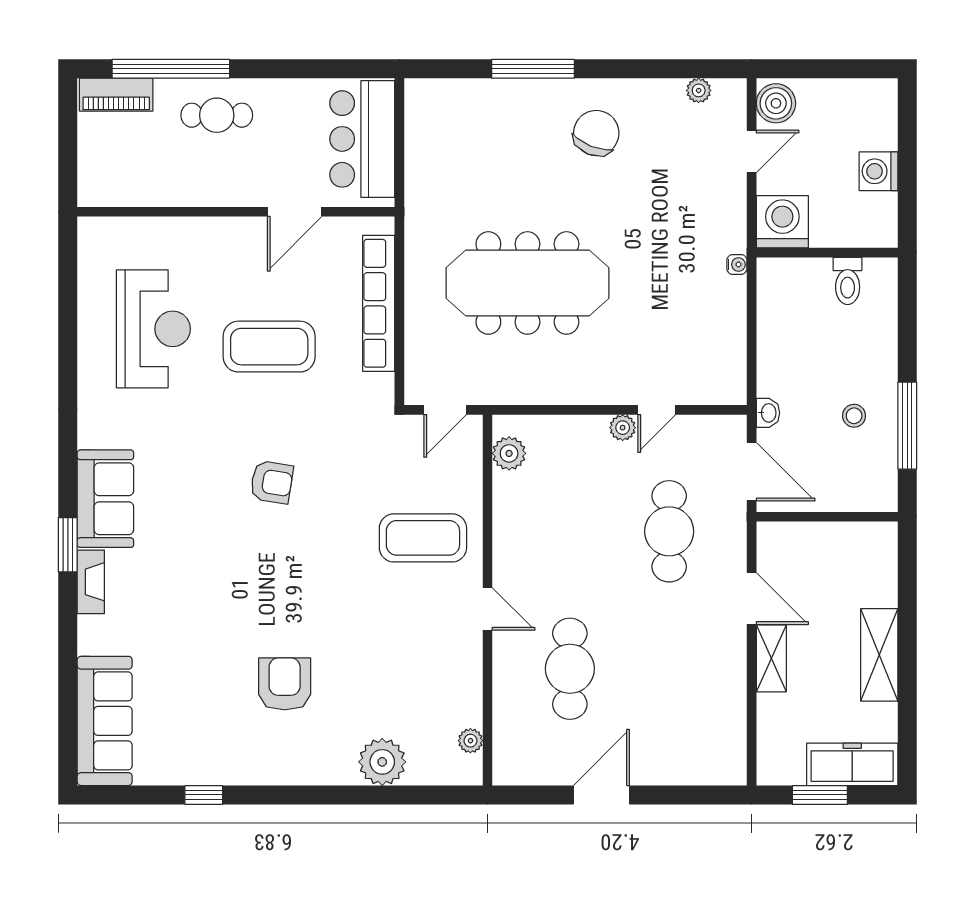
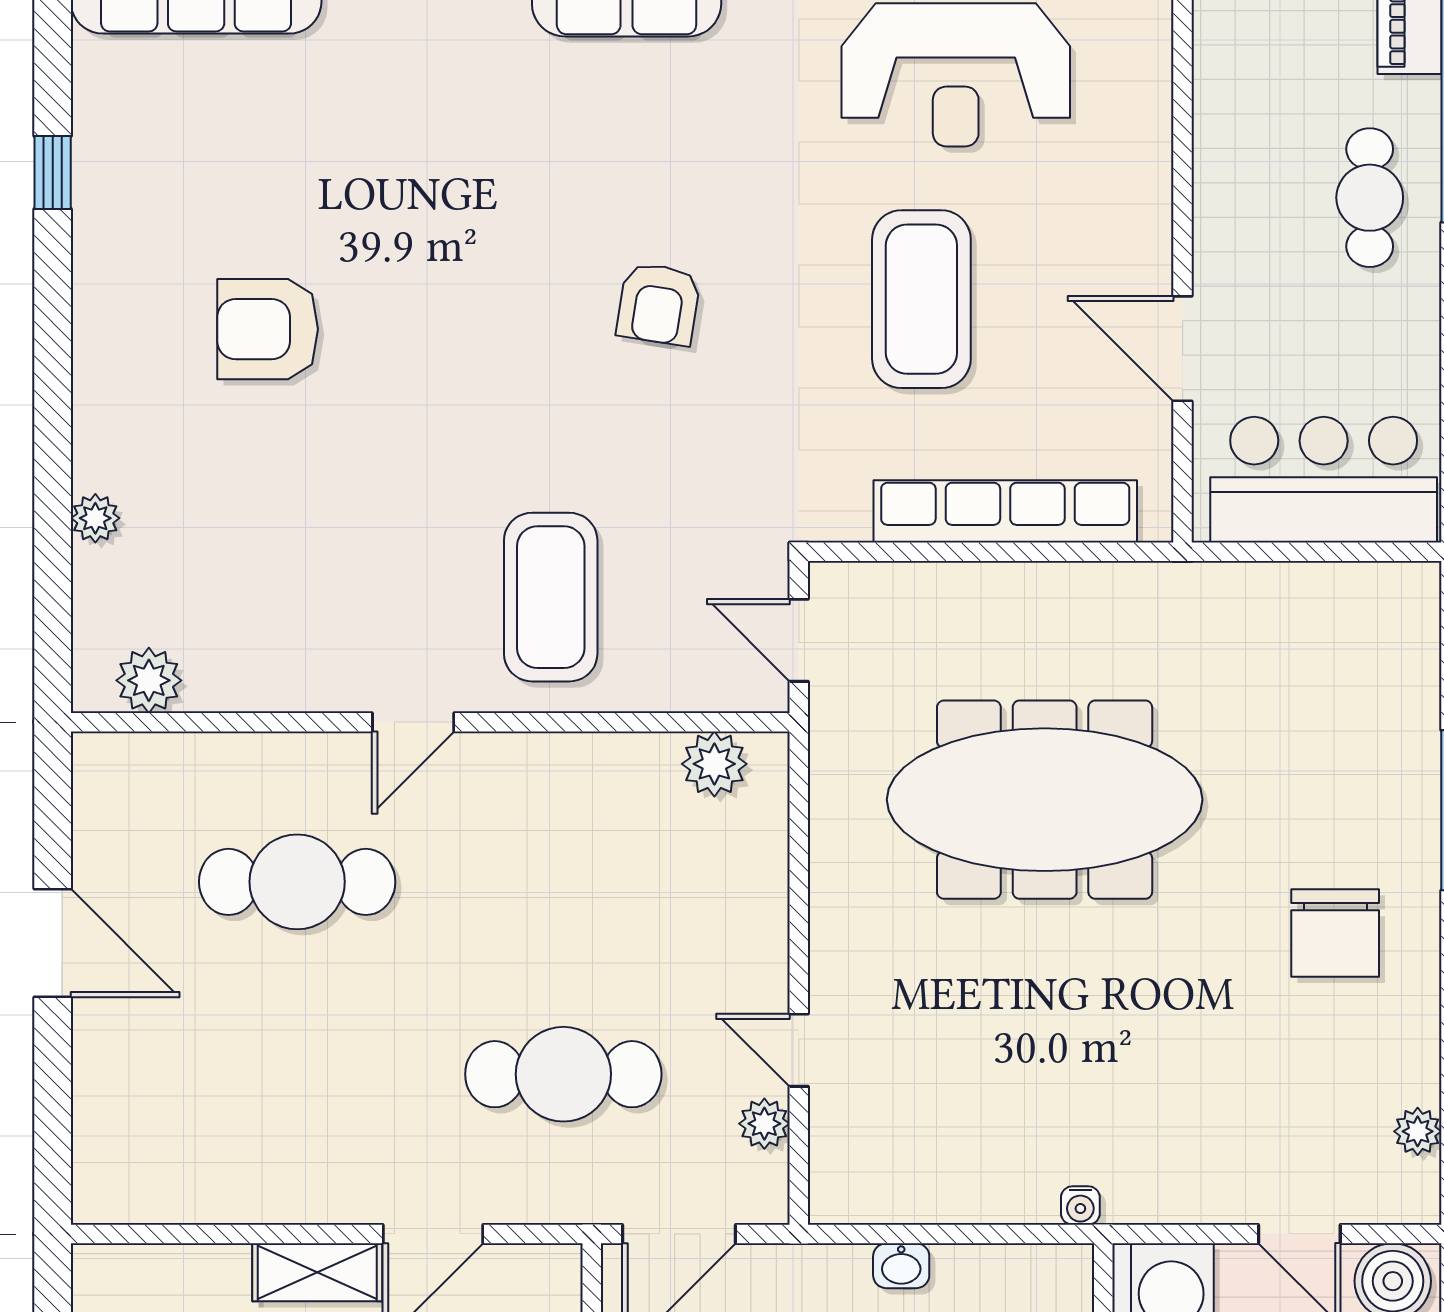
chair: (596, 133) -> (1335, 933), turned 68
meeting table: (527, 283) -> (1045, 800), turned 90
washbasin: (768, 413) -> (901, 1266), moved
plant: (623, 428) -> (764, 1124), moved
armchair: (285, 684) -> (268, 329), turned 180
plant: (470, 741) -> (149, 680), width x1.38, depth x1.38
plant: (382, 762) -> (95, 518), width x0.53, depth x0.53

